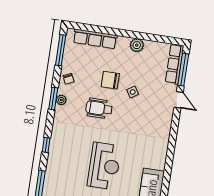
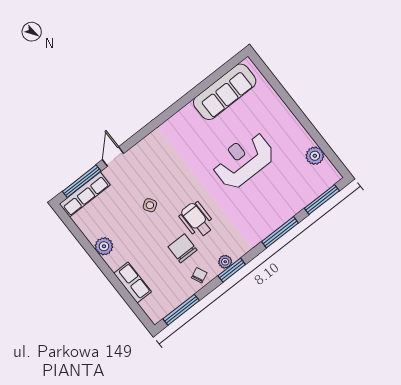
row of seats: (95, 39) -> (133, 283), width x0.68
chair: (110, 80) -> (183, 248), moved, turned 180
wheelchair: (99, 108) -> (197, 220), turned 180
window: (46, 145) -> (280, 232), width x2.17

